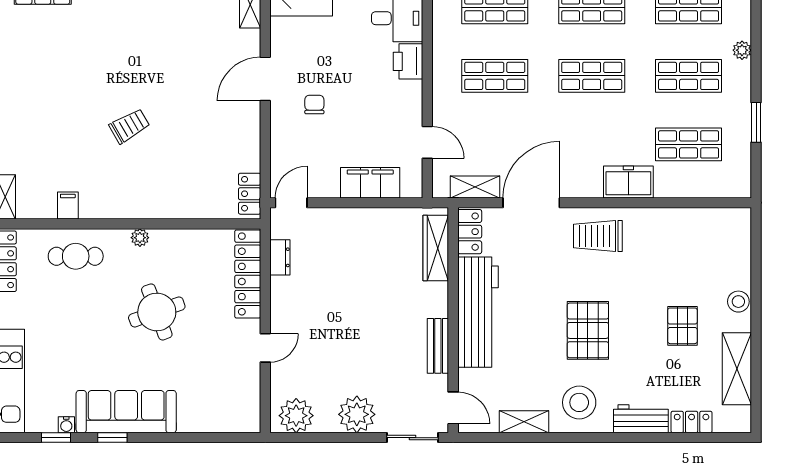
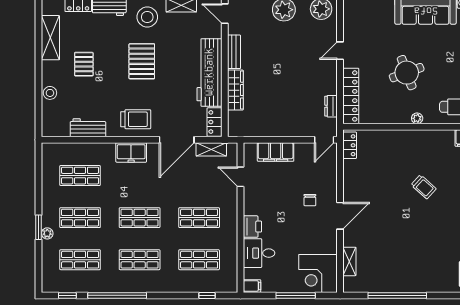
window: (756, 122) -> (39, 227), moved
trolley: (129, 126) -> (424, 187), turned -108
freezer: (628, 182) -> (131, 152), moved
workbench: (676, 222) -> (88, 128), added
wardrobe: (436, 248) -> (235, 90), moved
stool: (738, 302) -> (50, 93), moved

